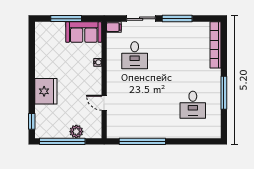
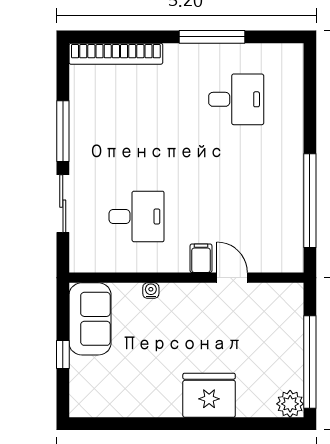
window: (66, 19) -> (63, 355), width x0.46
filing cabinet: (114, 27) -> (201, 258), moved
door: (104, 103) -> (232, 278), swing flipped
window: (32, 121) -> (270, 424), removed
plant: (76, 132) -> (290, 404), moved

